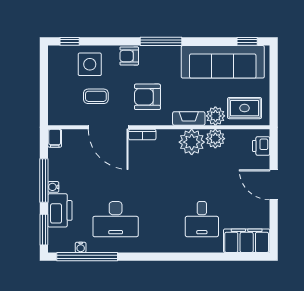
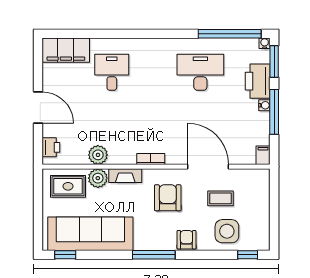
armchair: (129, 56) -> (186, 240), turned -90
armchair: (147, 97) -> (168, 198), turned -90
bookcase: (142, 135) -> (151, 159), moved
plant: (192, 142) -> (122, 151), removed
water cooler: (81, 247) -> (265, 43), moved

